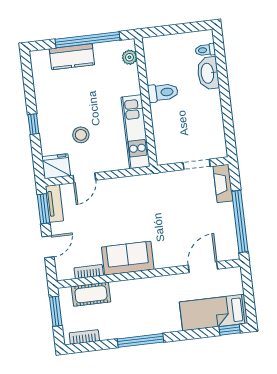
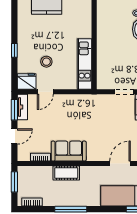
plant: (129, 57) -> (86, 12), removed
toilet: (163, 92) -> (107, 39), removed
cot: (91, 294) -> (66, 173), moved

